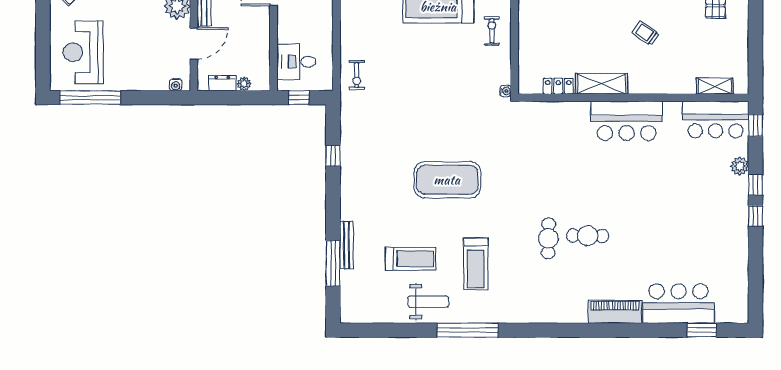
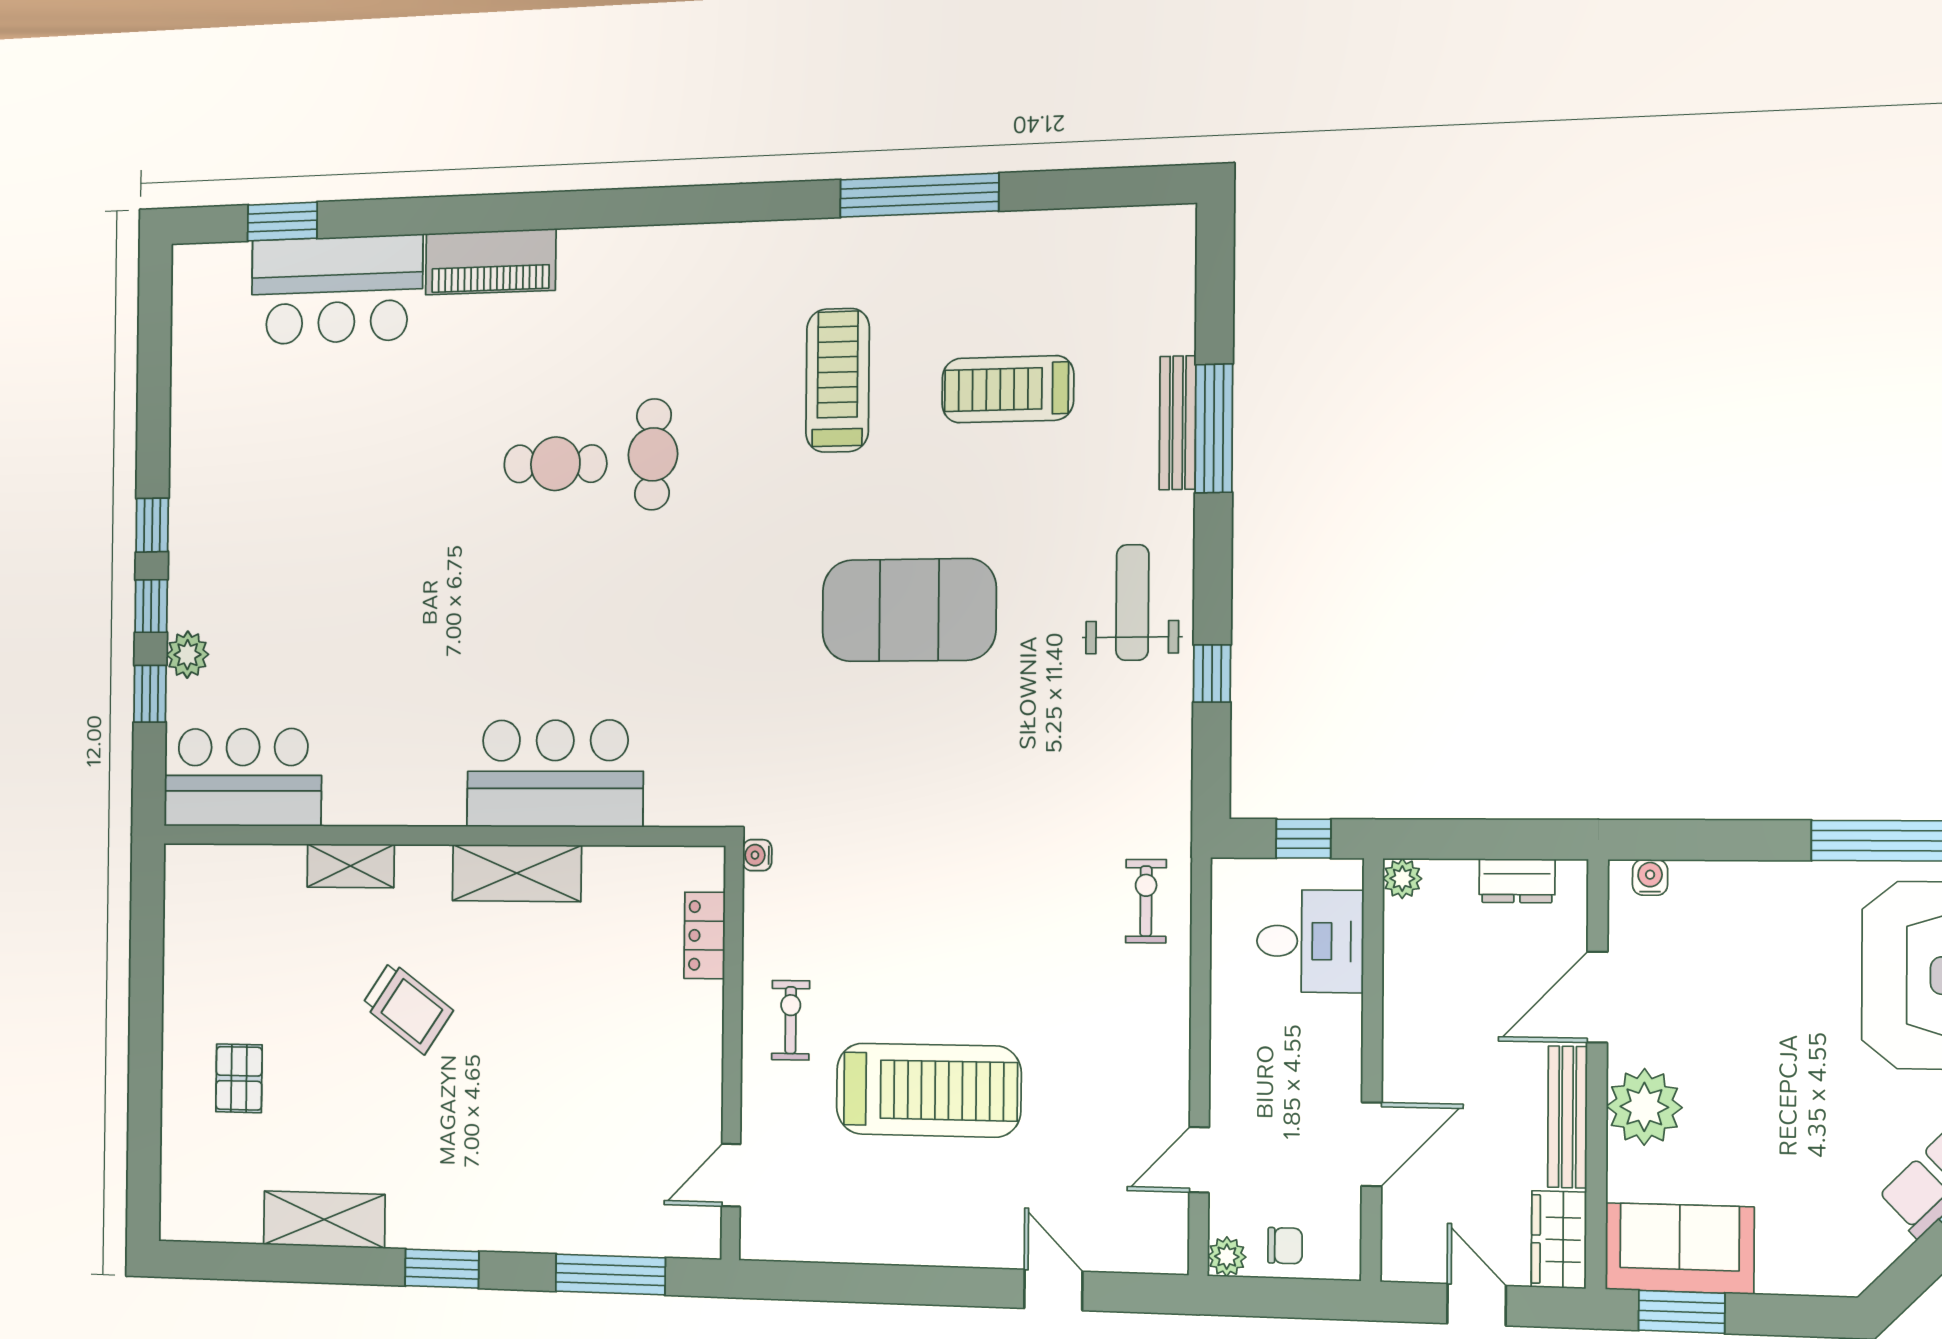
exercise bike: (492, 31) -> (791, 1020), turned 180
trolley: (646, 33) -> (407, 1008), width x1.36, depth x1.39
plant: (244, 84) -> (1402, 879), moved
locker: (558, 86) -> (705, 935), moved, turned 90
shelving: (715, 86) -> (351, 866), moved
bar counter: (627, 121) -> (555, 773), moved
window: (756, 125) -> (150, 694), moved
window: (333, 263) -> (1214, 429), moved
weight bench: (428, 302) -> (1132, 603), moved, turned 90
window: (468, 330) -> (919, 195), moved

